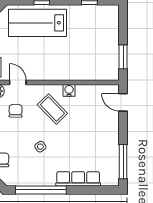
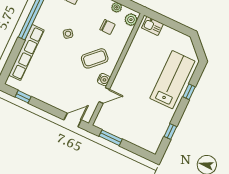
door: (18, 83) -> (104, 95), moved
window: (123, 162) -> (23, 97), width x0.46
row of seats: (78, 179) -> (26, 53), width x1.36

